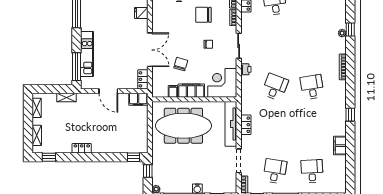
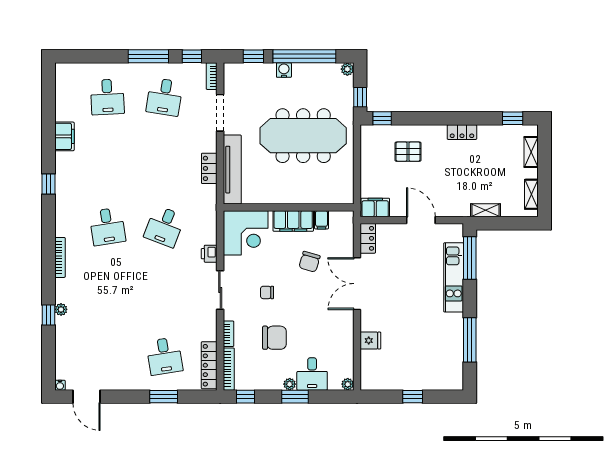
meeting table: (183, 126) -> (303, 136), moved
pallet: (117, 136) -> (408, 152), added

